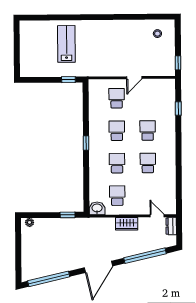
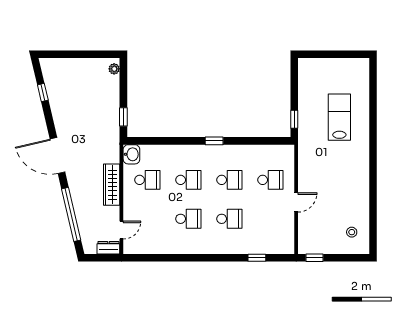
lab bench: (66, 44) -> (339, 117), turned -90
door: (134, 78) -> (296, 202), swing flipped
wardrobe: (127, 224) -> (112, 185), width x1.50
window: (49, 279) -> (43, 93), width x0.32

